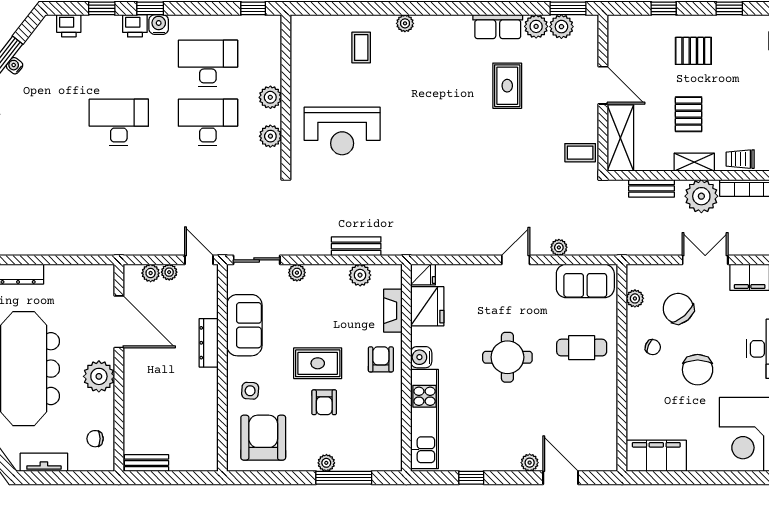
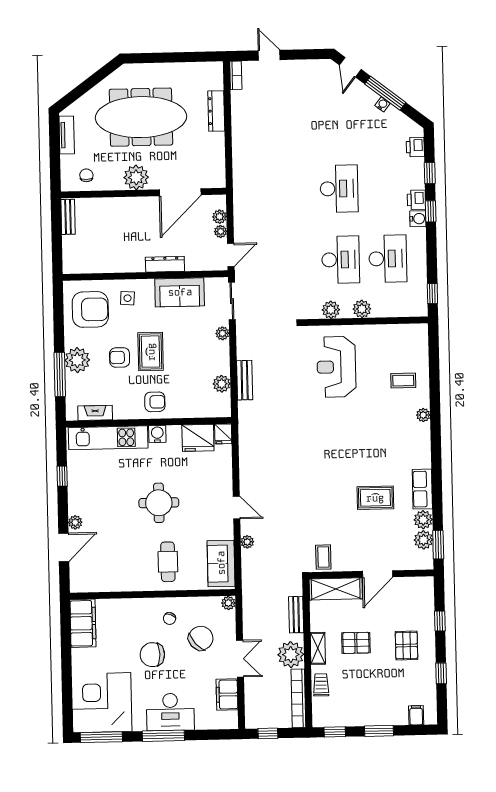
plant: (635, 298) -> (228, 603), moved
fireplace: (393, 311) -> (95, 413), moved
plant: (326, 463) -> (77, 360), width x1.88, depth x1.88

